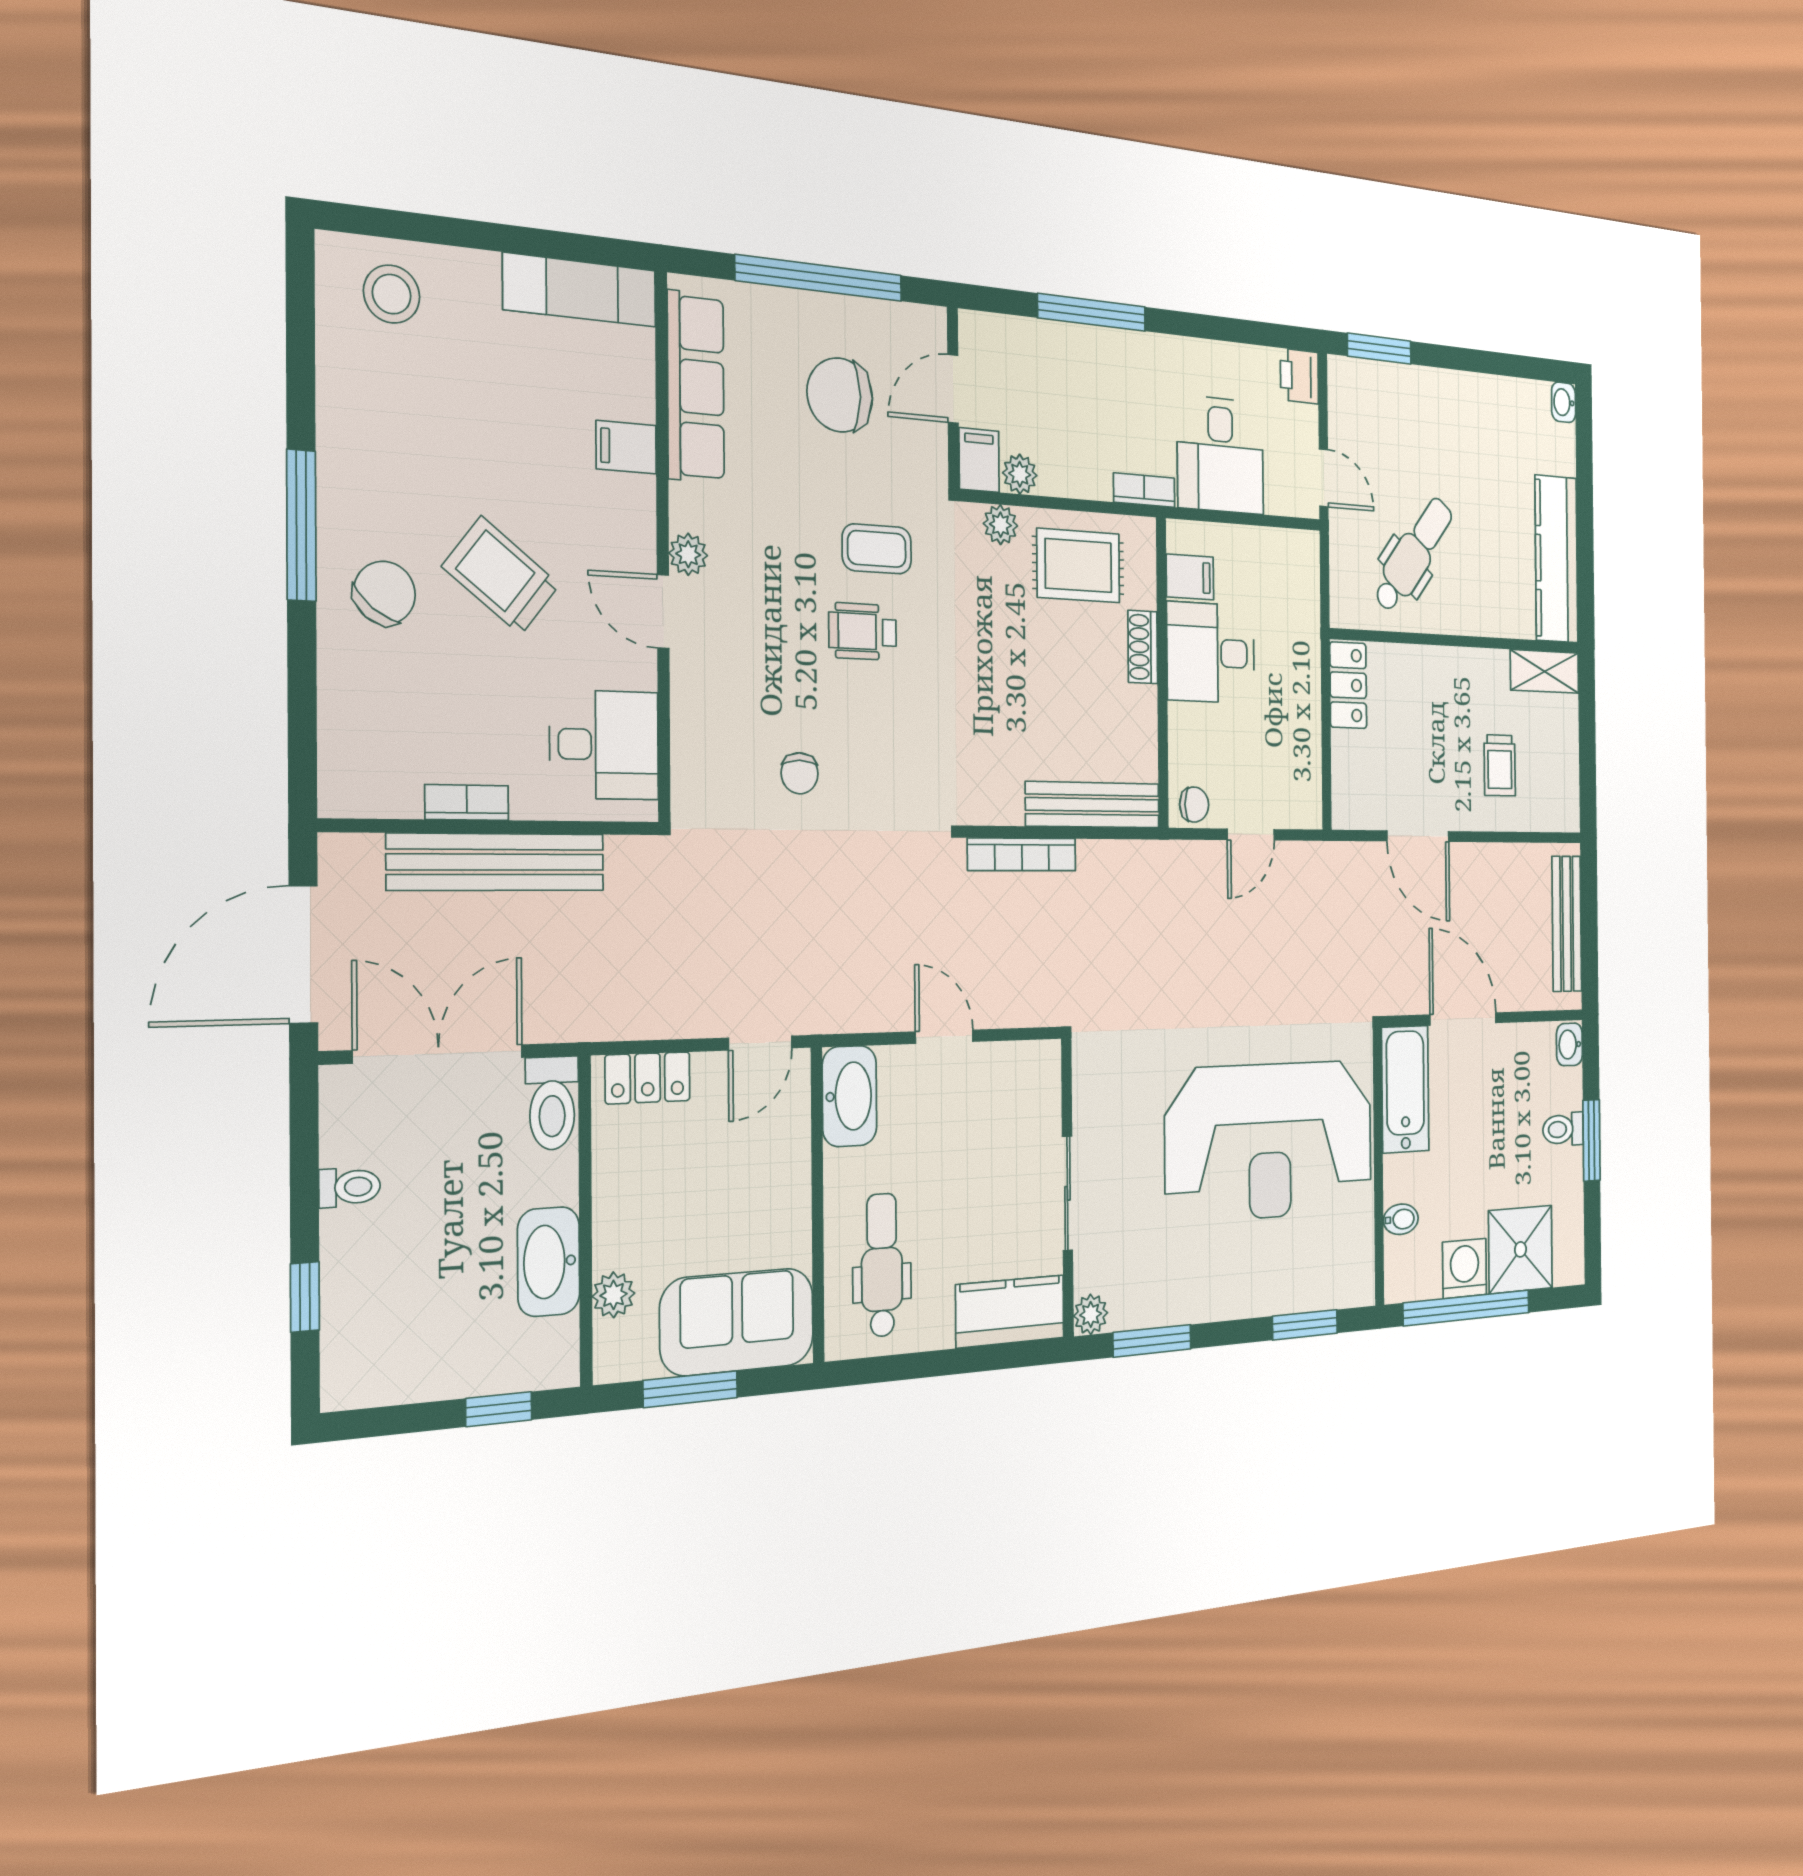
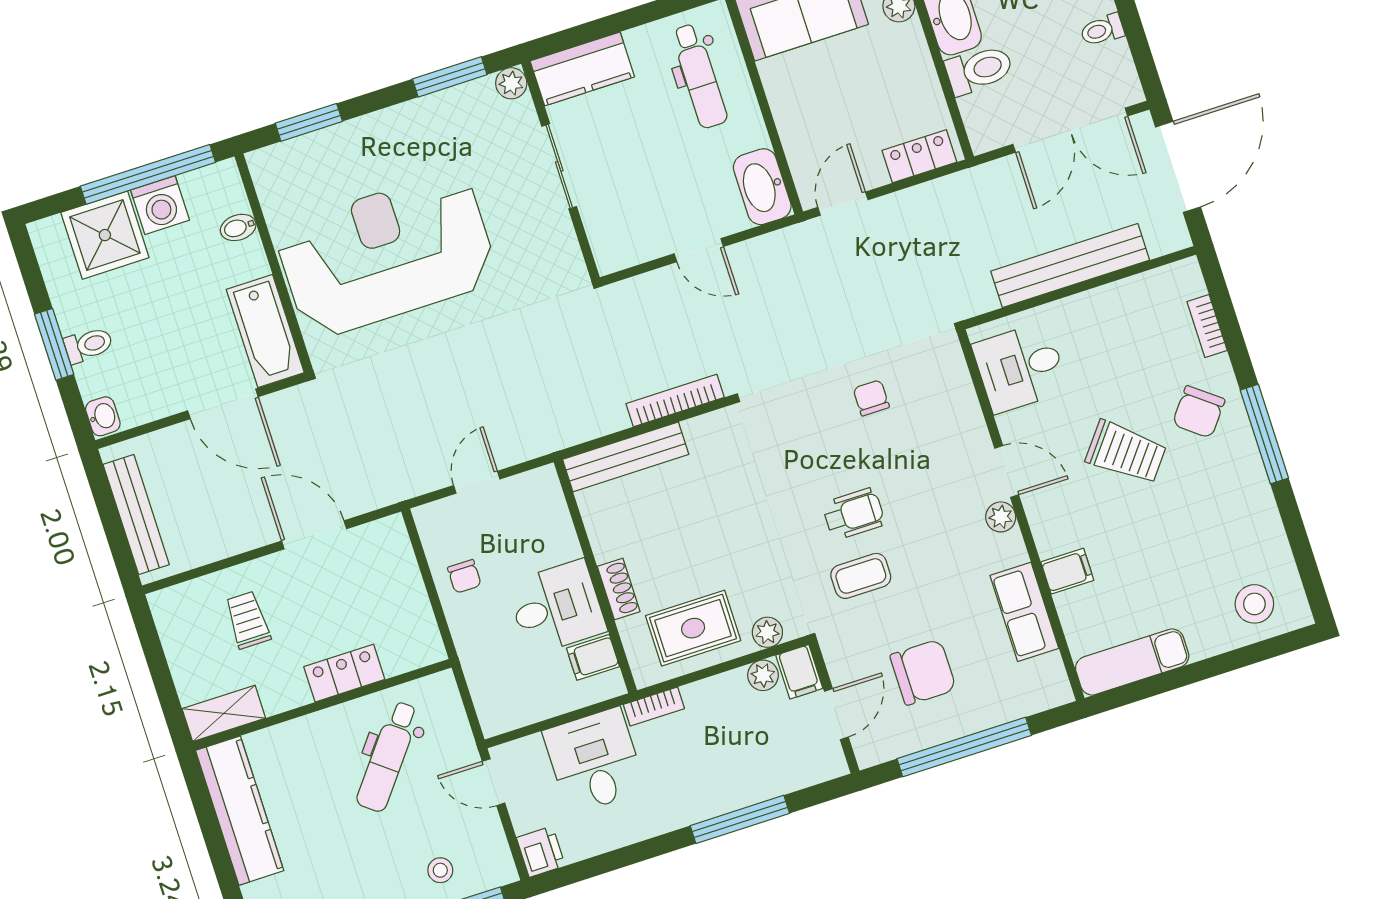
row of seats: (696, 387) -> (1024, 612), width x0.68
stool: (1398, 404) -> (440, 870), added
locker: (1348, 685) -> (344, 673), moved, turned 90
bookcase: (467, 802) -> (1207, 326), moved, turned 90
chair: (1194, 805) -> (464, 576), moved, turned -90
toilet: (552, 1103) -> (979, 70), moved, turned 90

